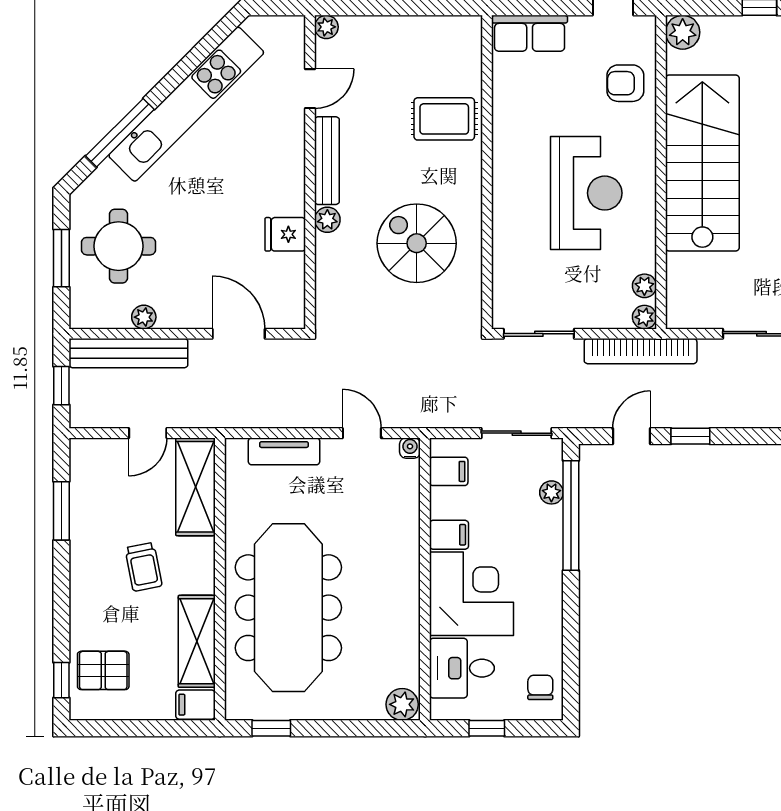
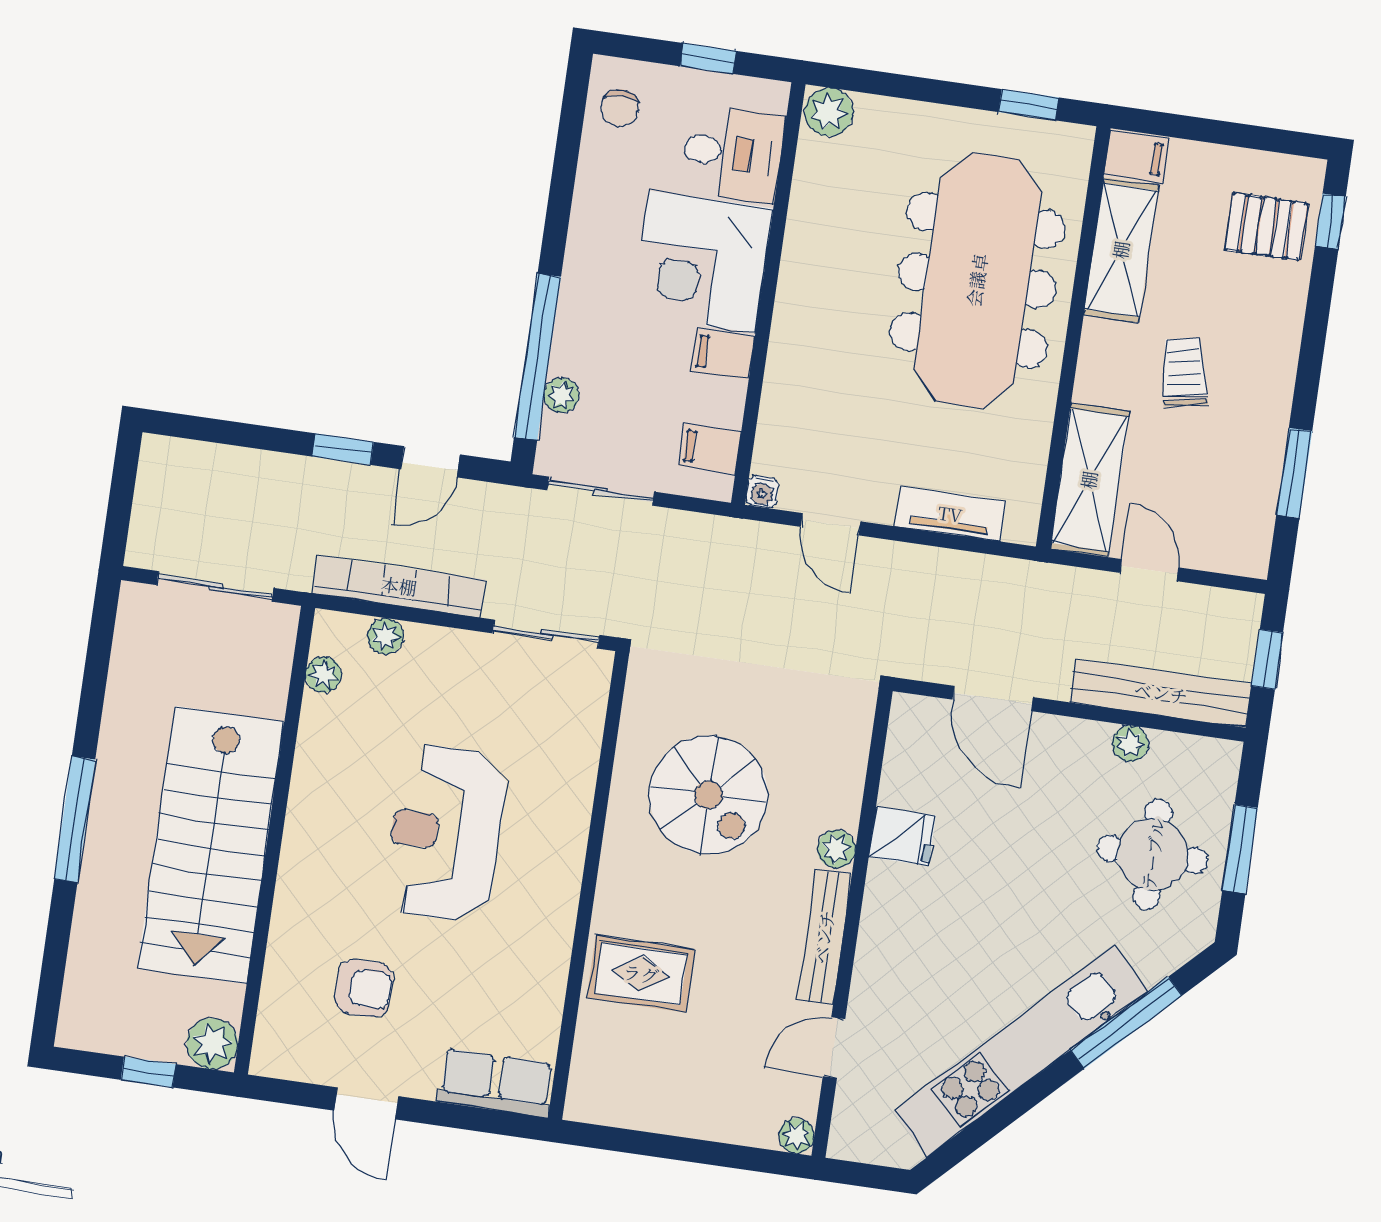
plant: (683, 32) -> (212, 1044), moved
stairs: (702, 163) -> (211, 845), moved
wall: (661, 172) -> (274, 840), moved
plant: (644, 286) -> (323, 675), moved
door: (148, 433) -> (1149, 570), hinge flipped

